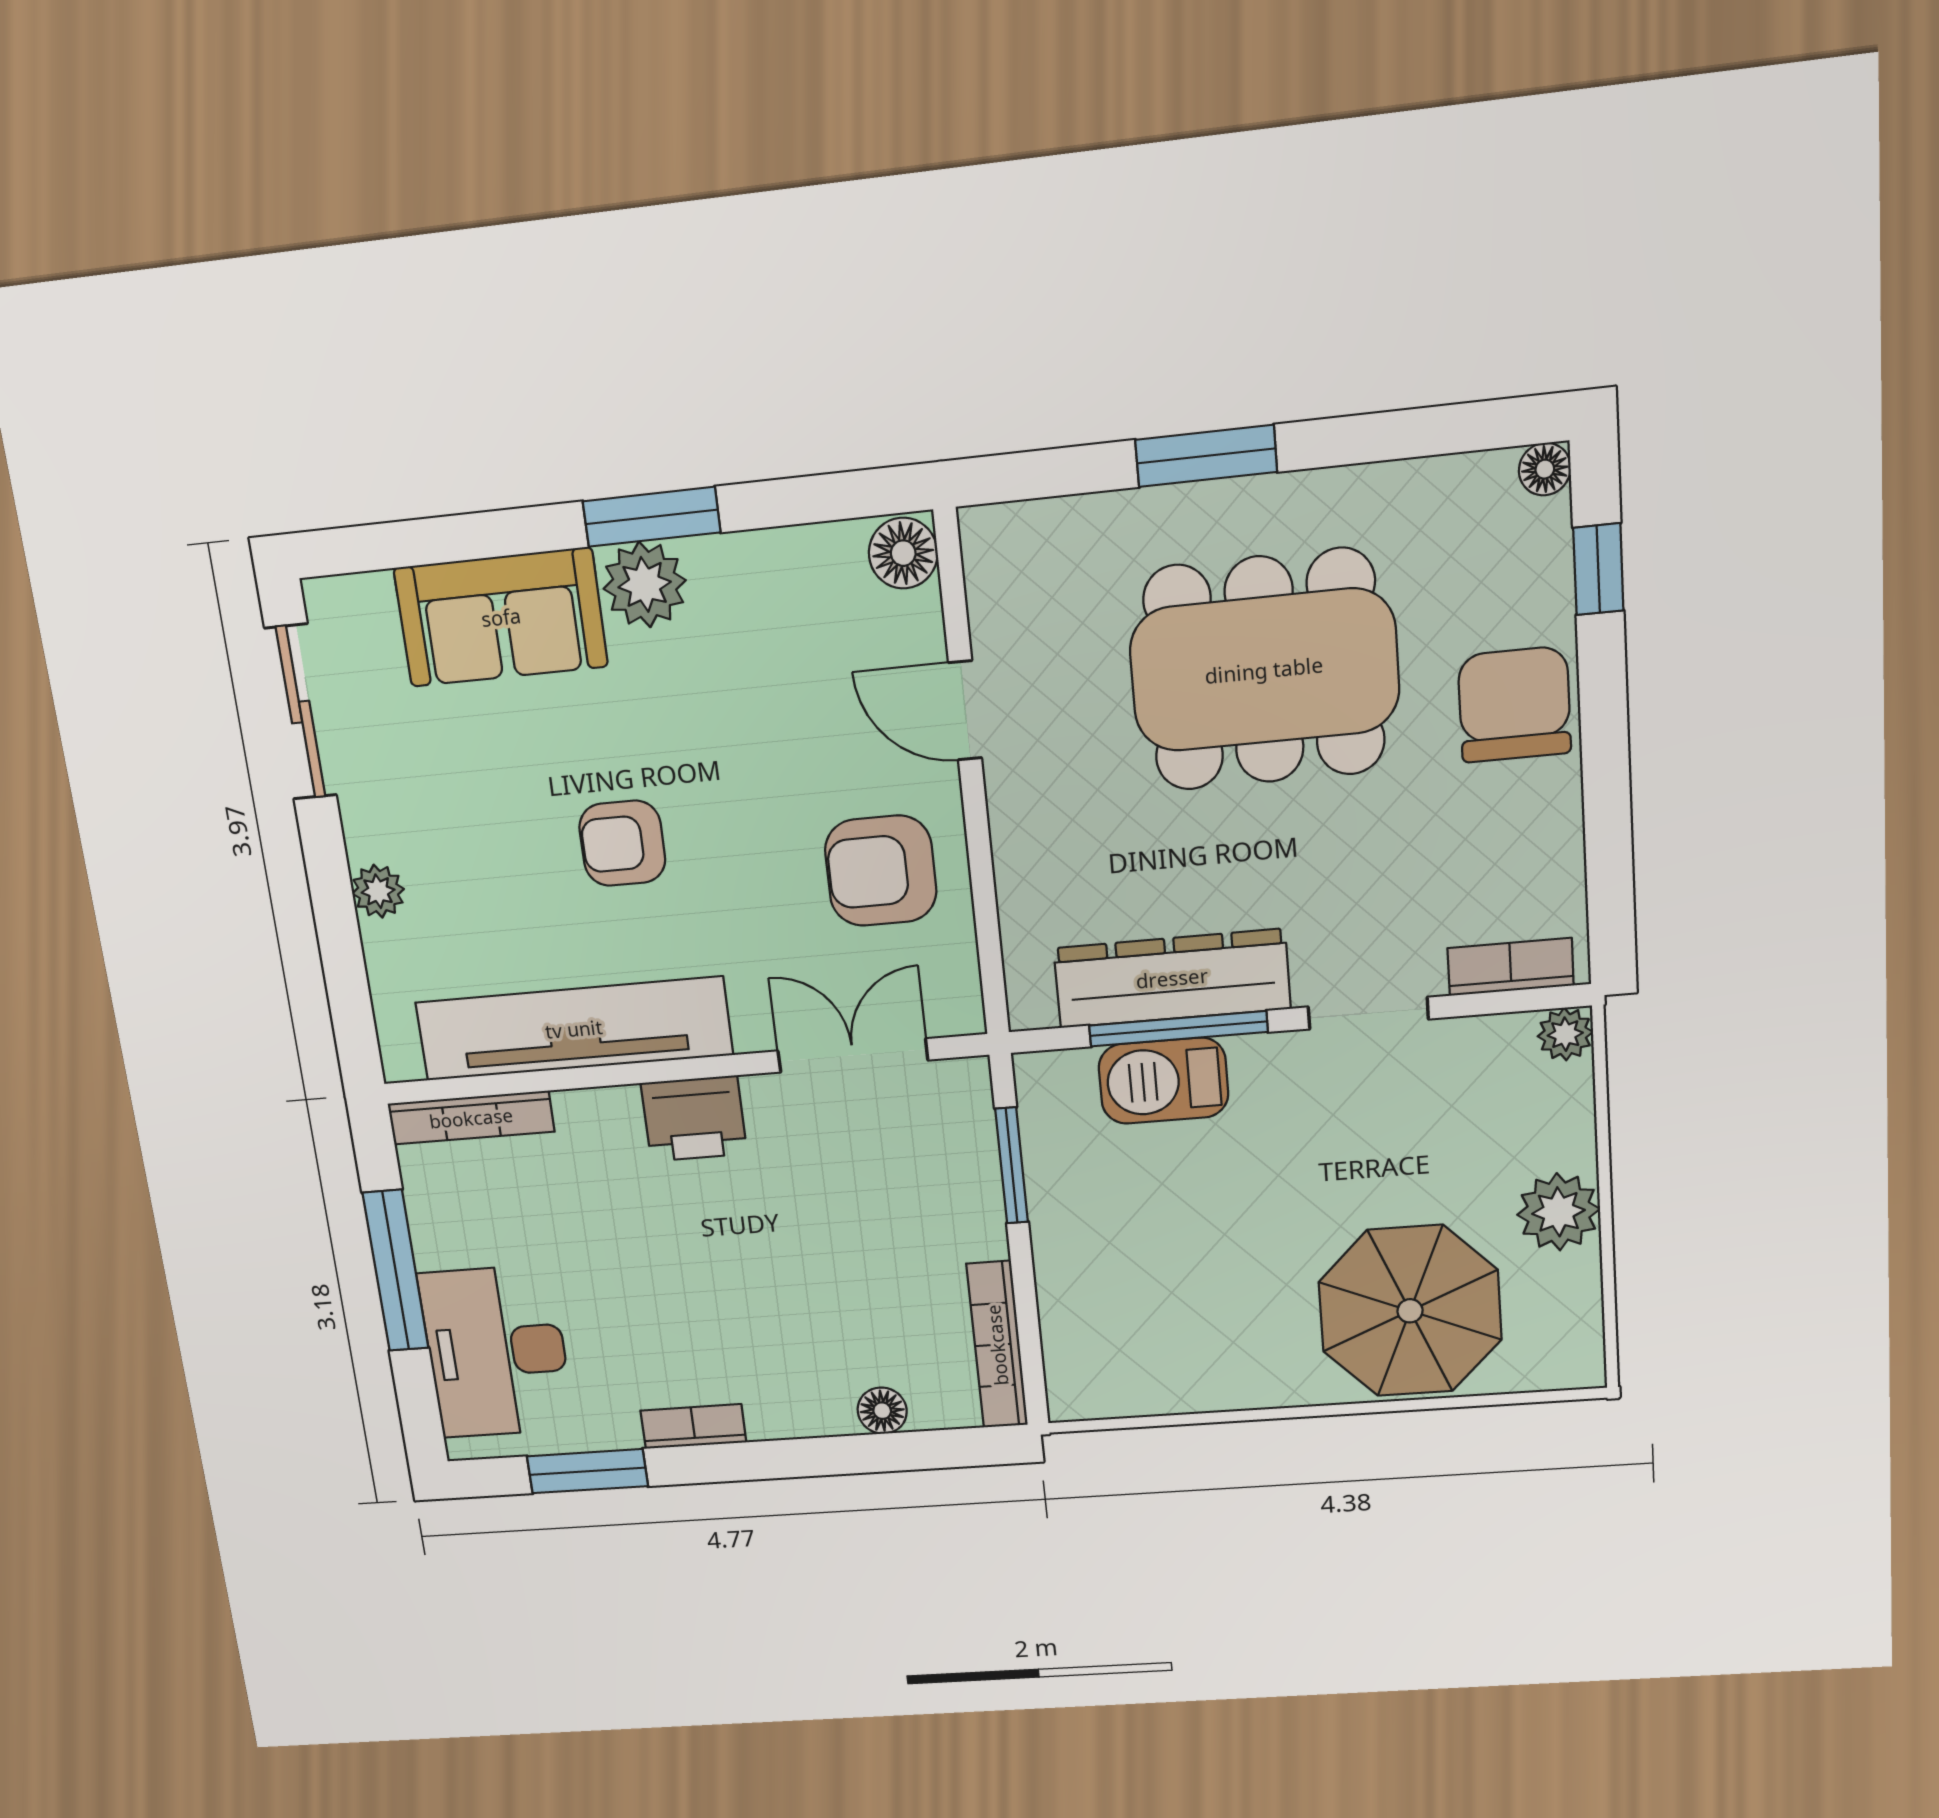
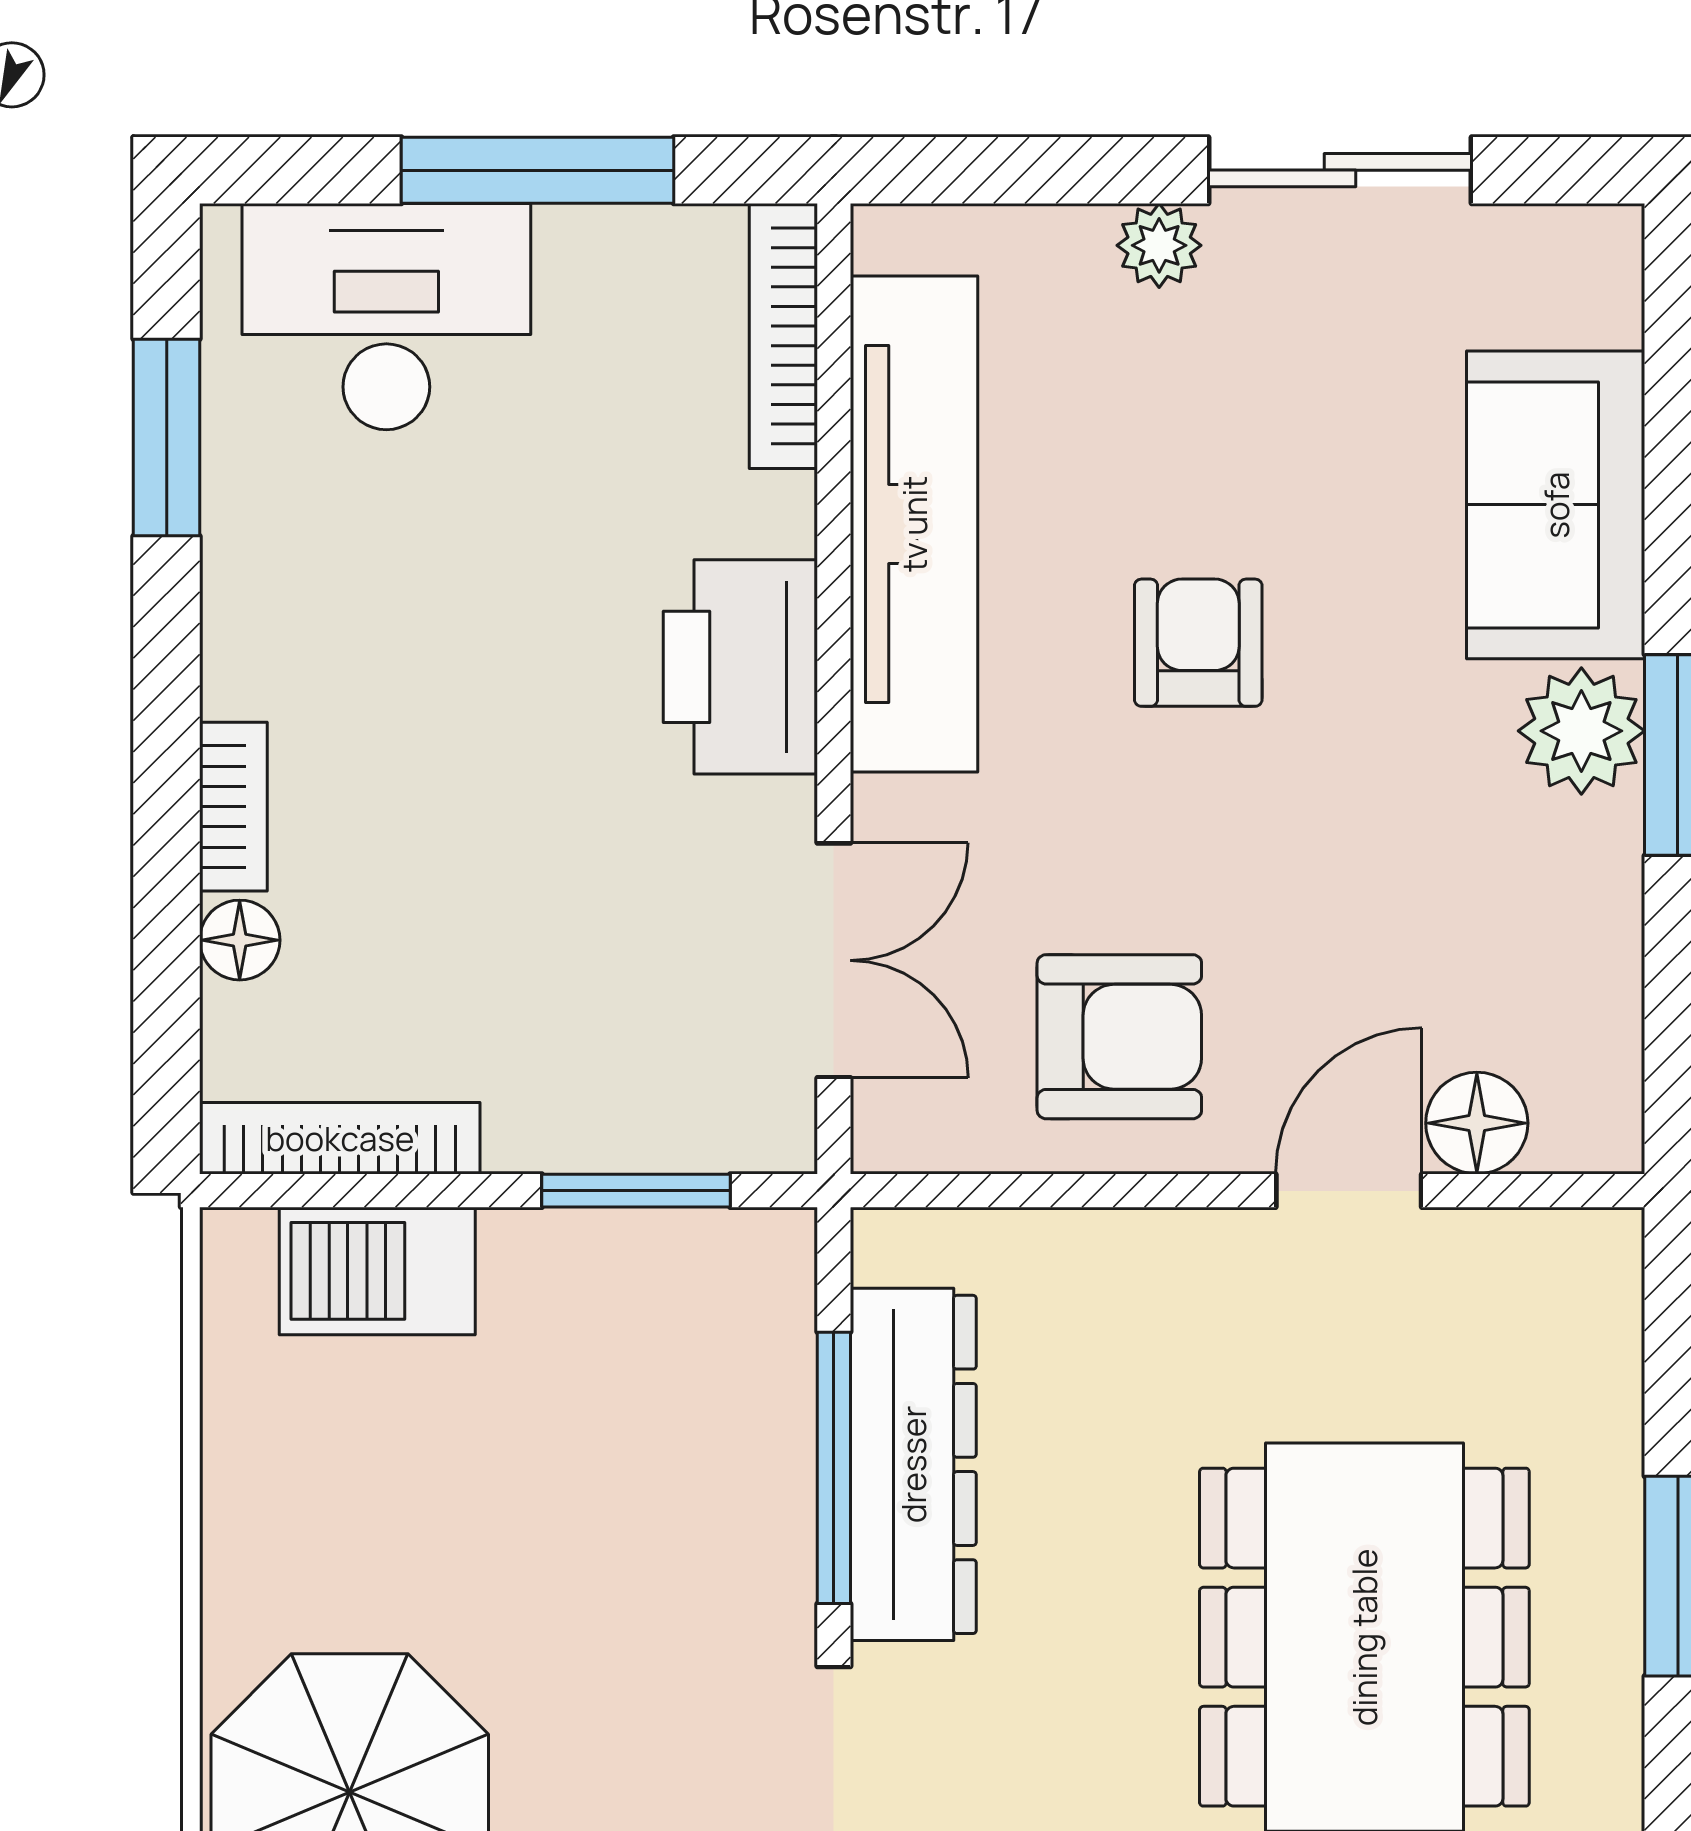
floor lamp: (903, 553) -> (1477, 1123), moved
sliding door: (301, 712) -> (1340, 170), moved
armchair: (881, 871) -> (1119, 1037), turned 90
barbecue: (1163, 1081) -> (377, 1271), moved, turned -90
printer: (694, 1119) -> (740, 667), width x1.37, depth x1.19
bookcase: (693, 1426) -> (233, 807), moved

